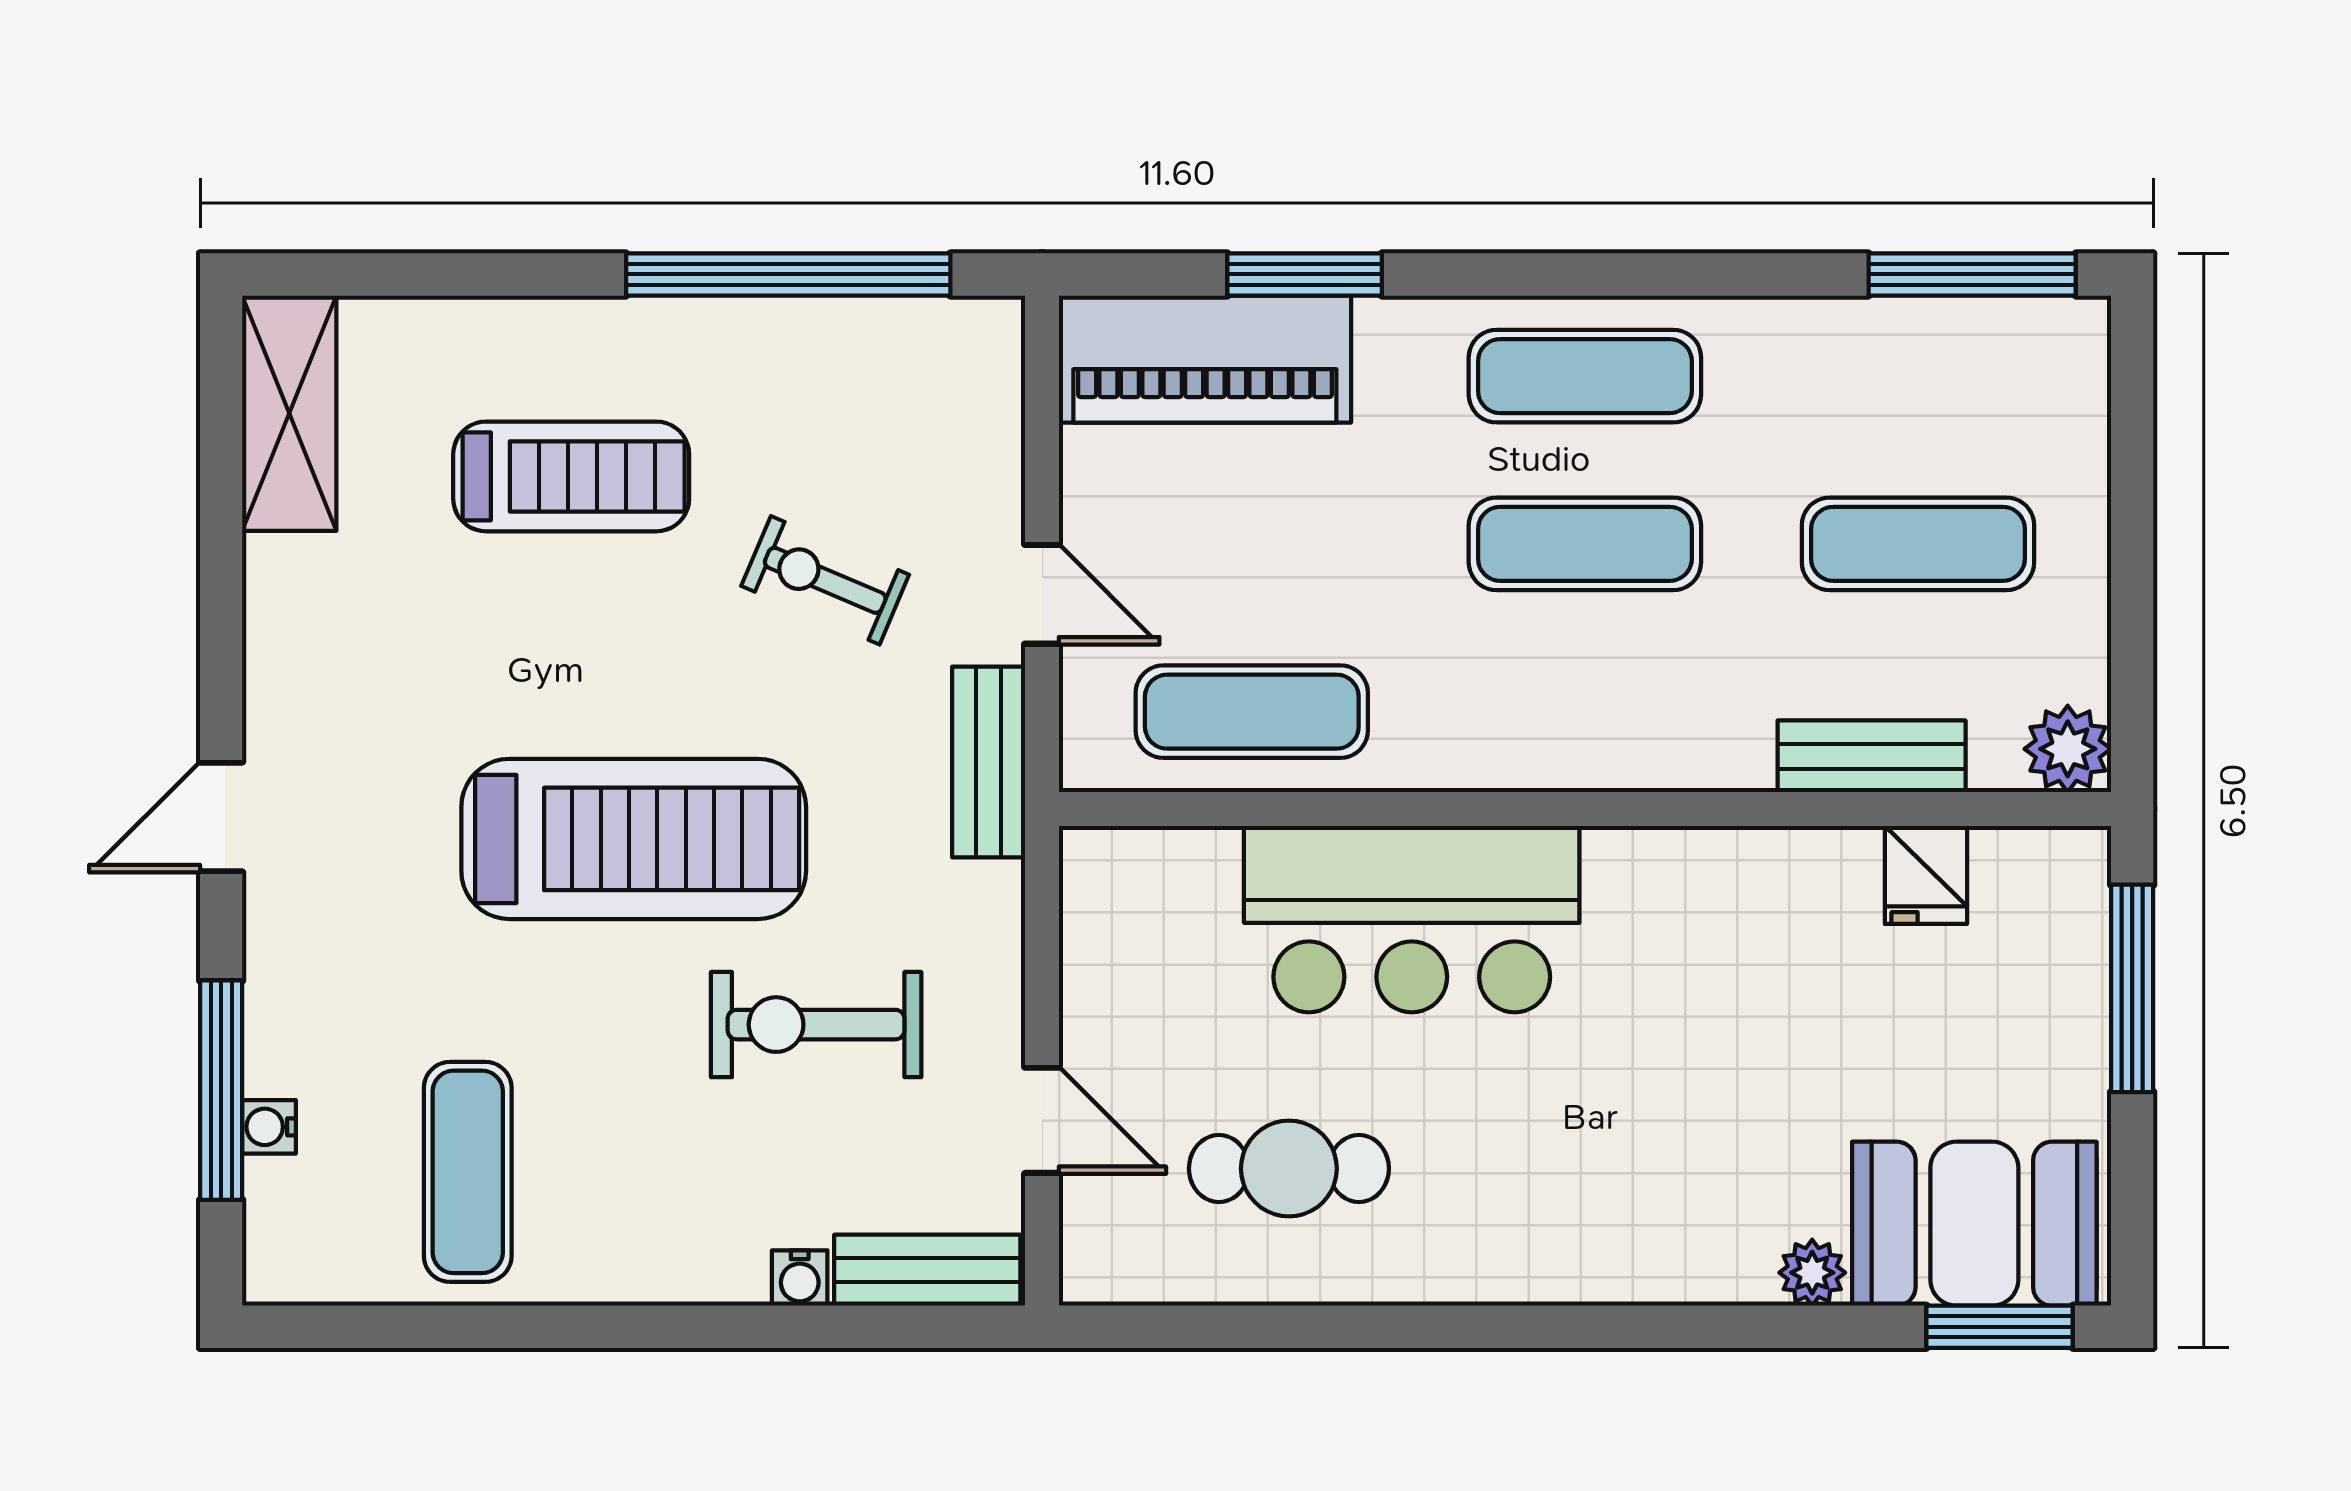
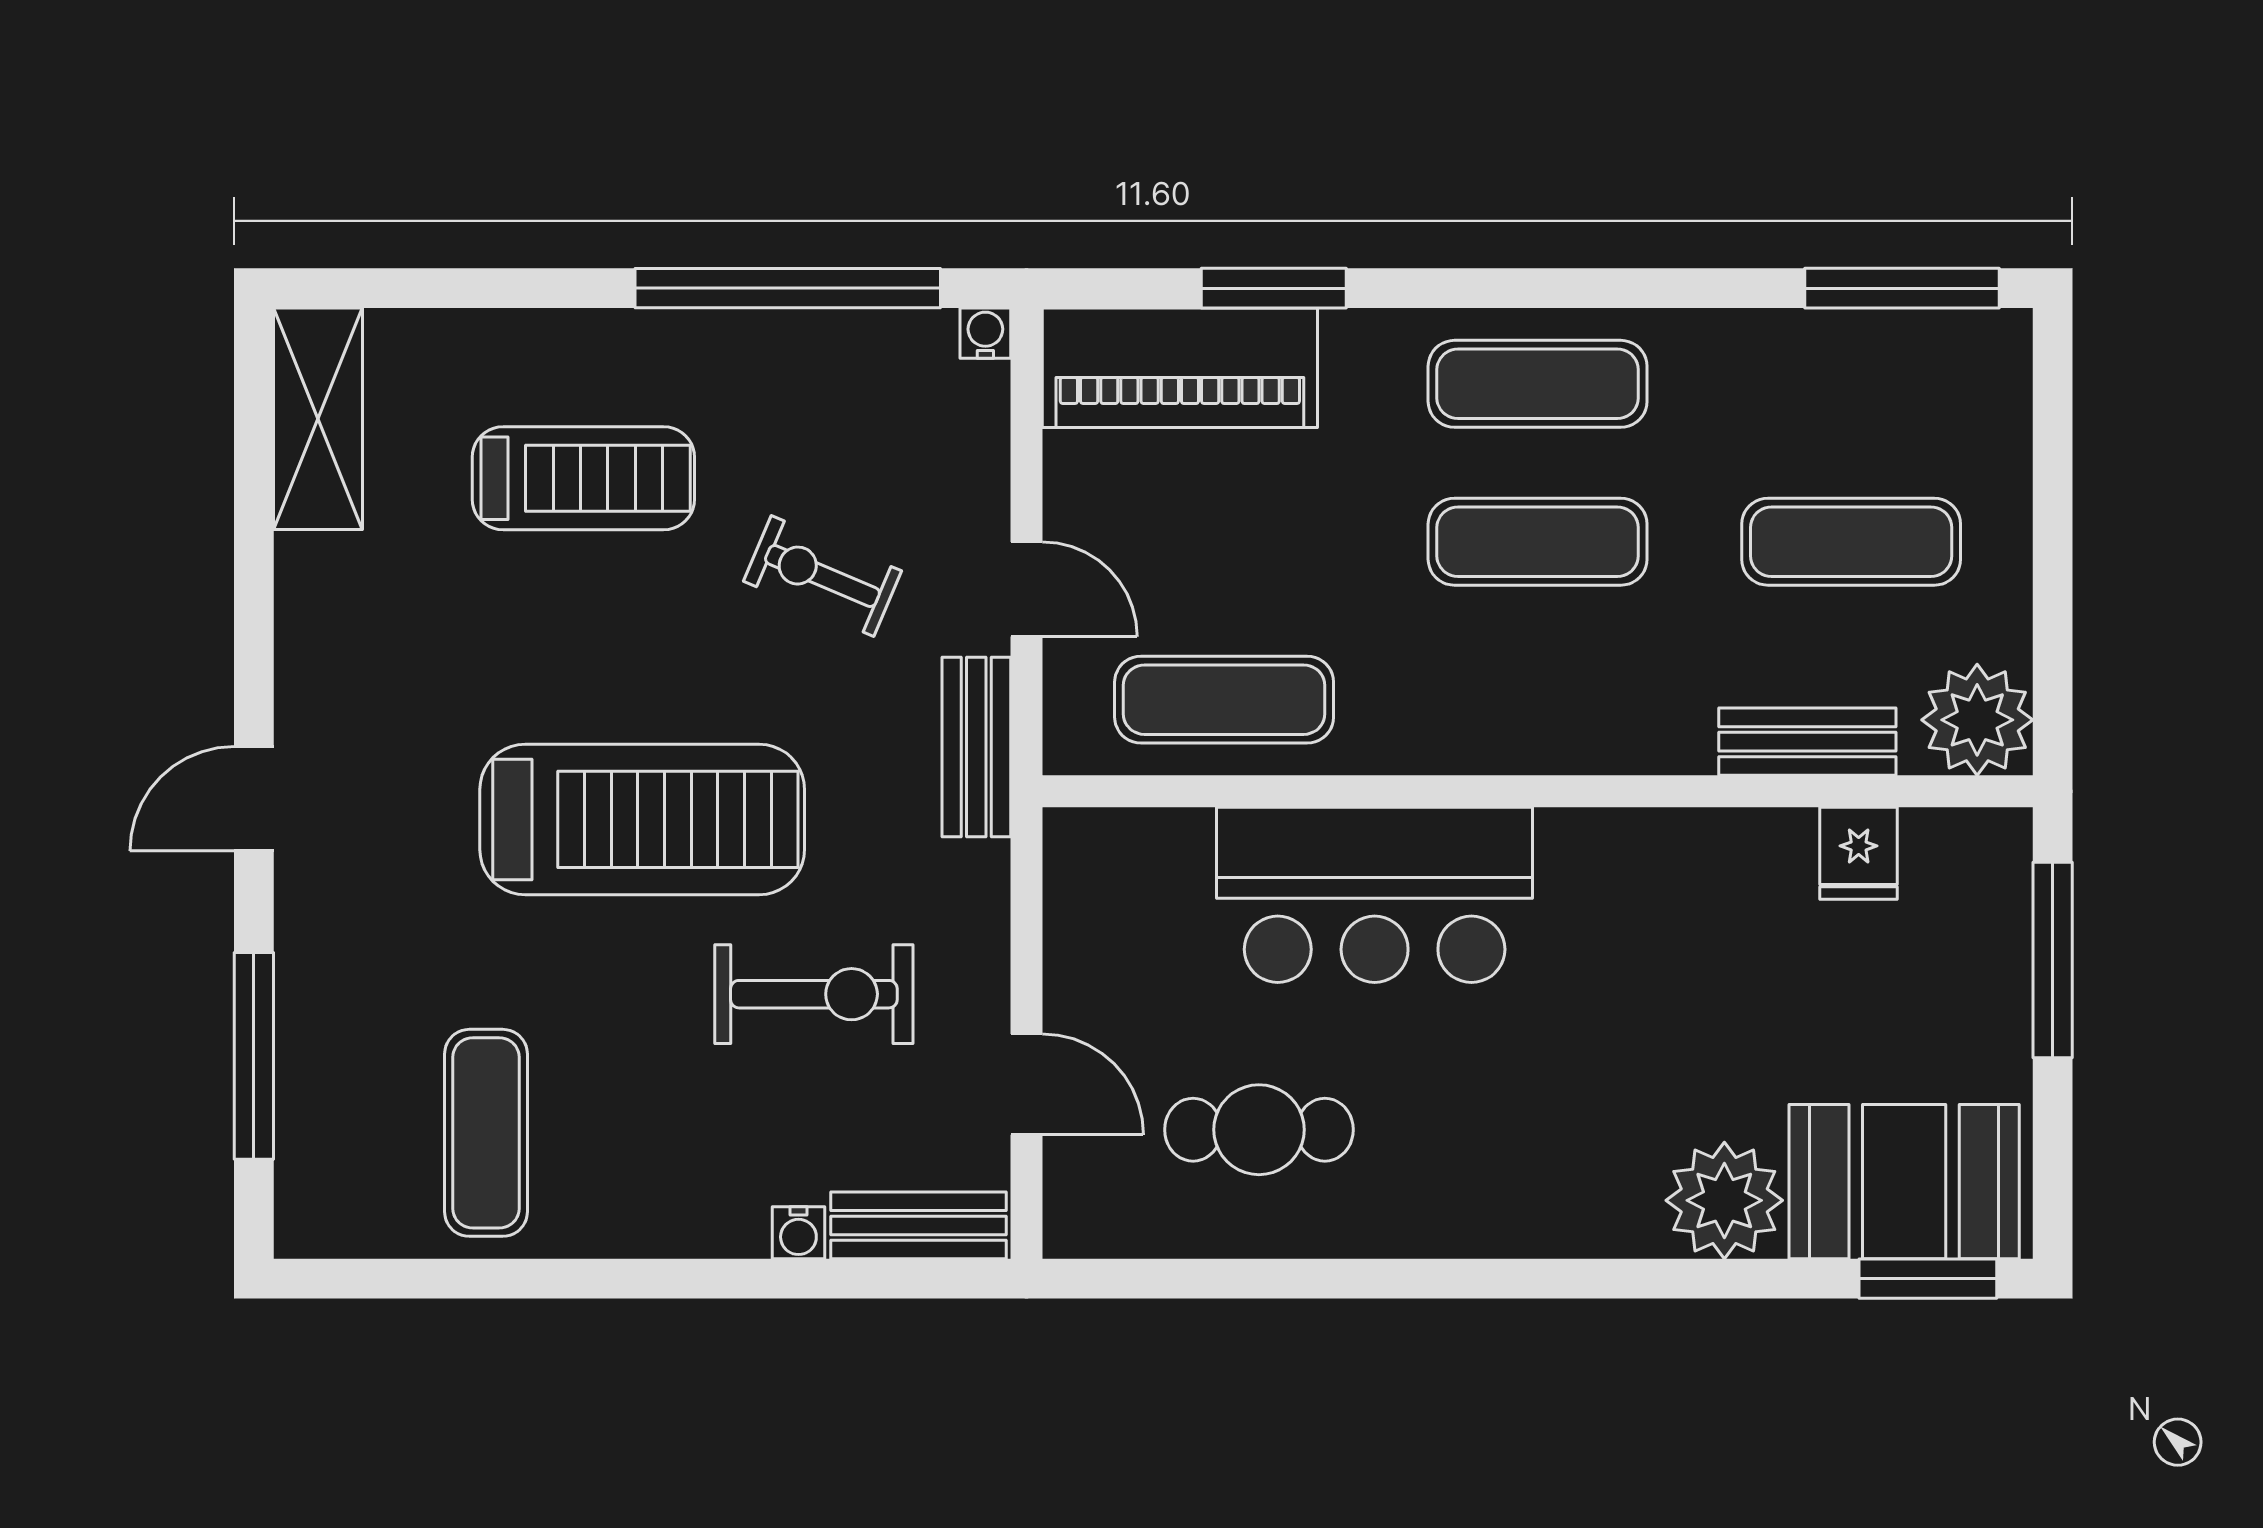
plant: (2068, 749) -> (1977, 720), width x1.36, depth x1.36
exercise bike: (816, 1025) -> (814, 994), turned 180
water cooler: (269, 1127) -> (985, 333), moved, turned 90
plant: (1812, 1273) -> (1724, 1200), width x1.88, depth x1.88

